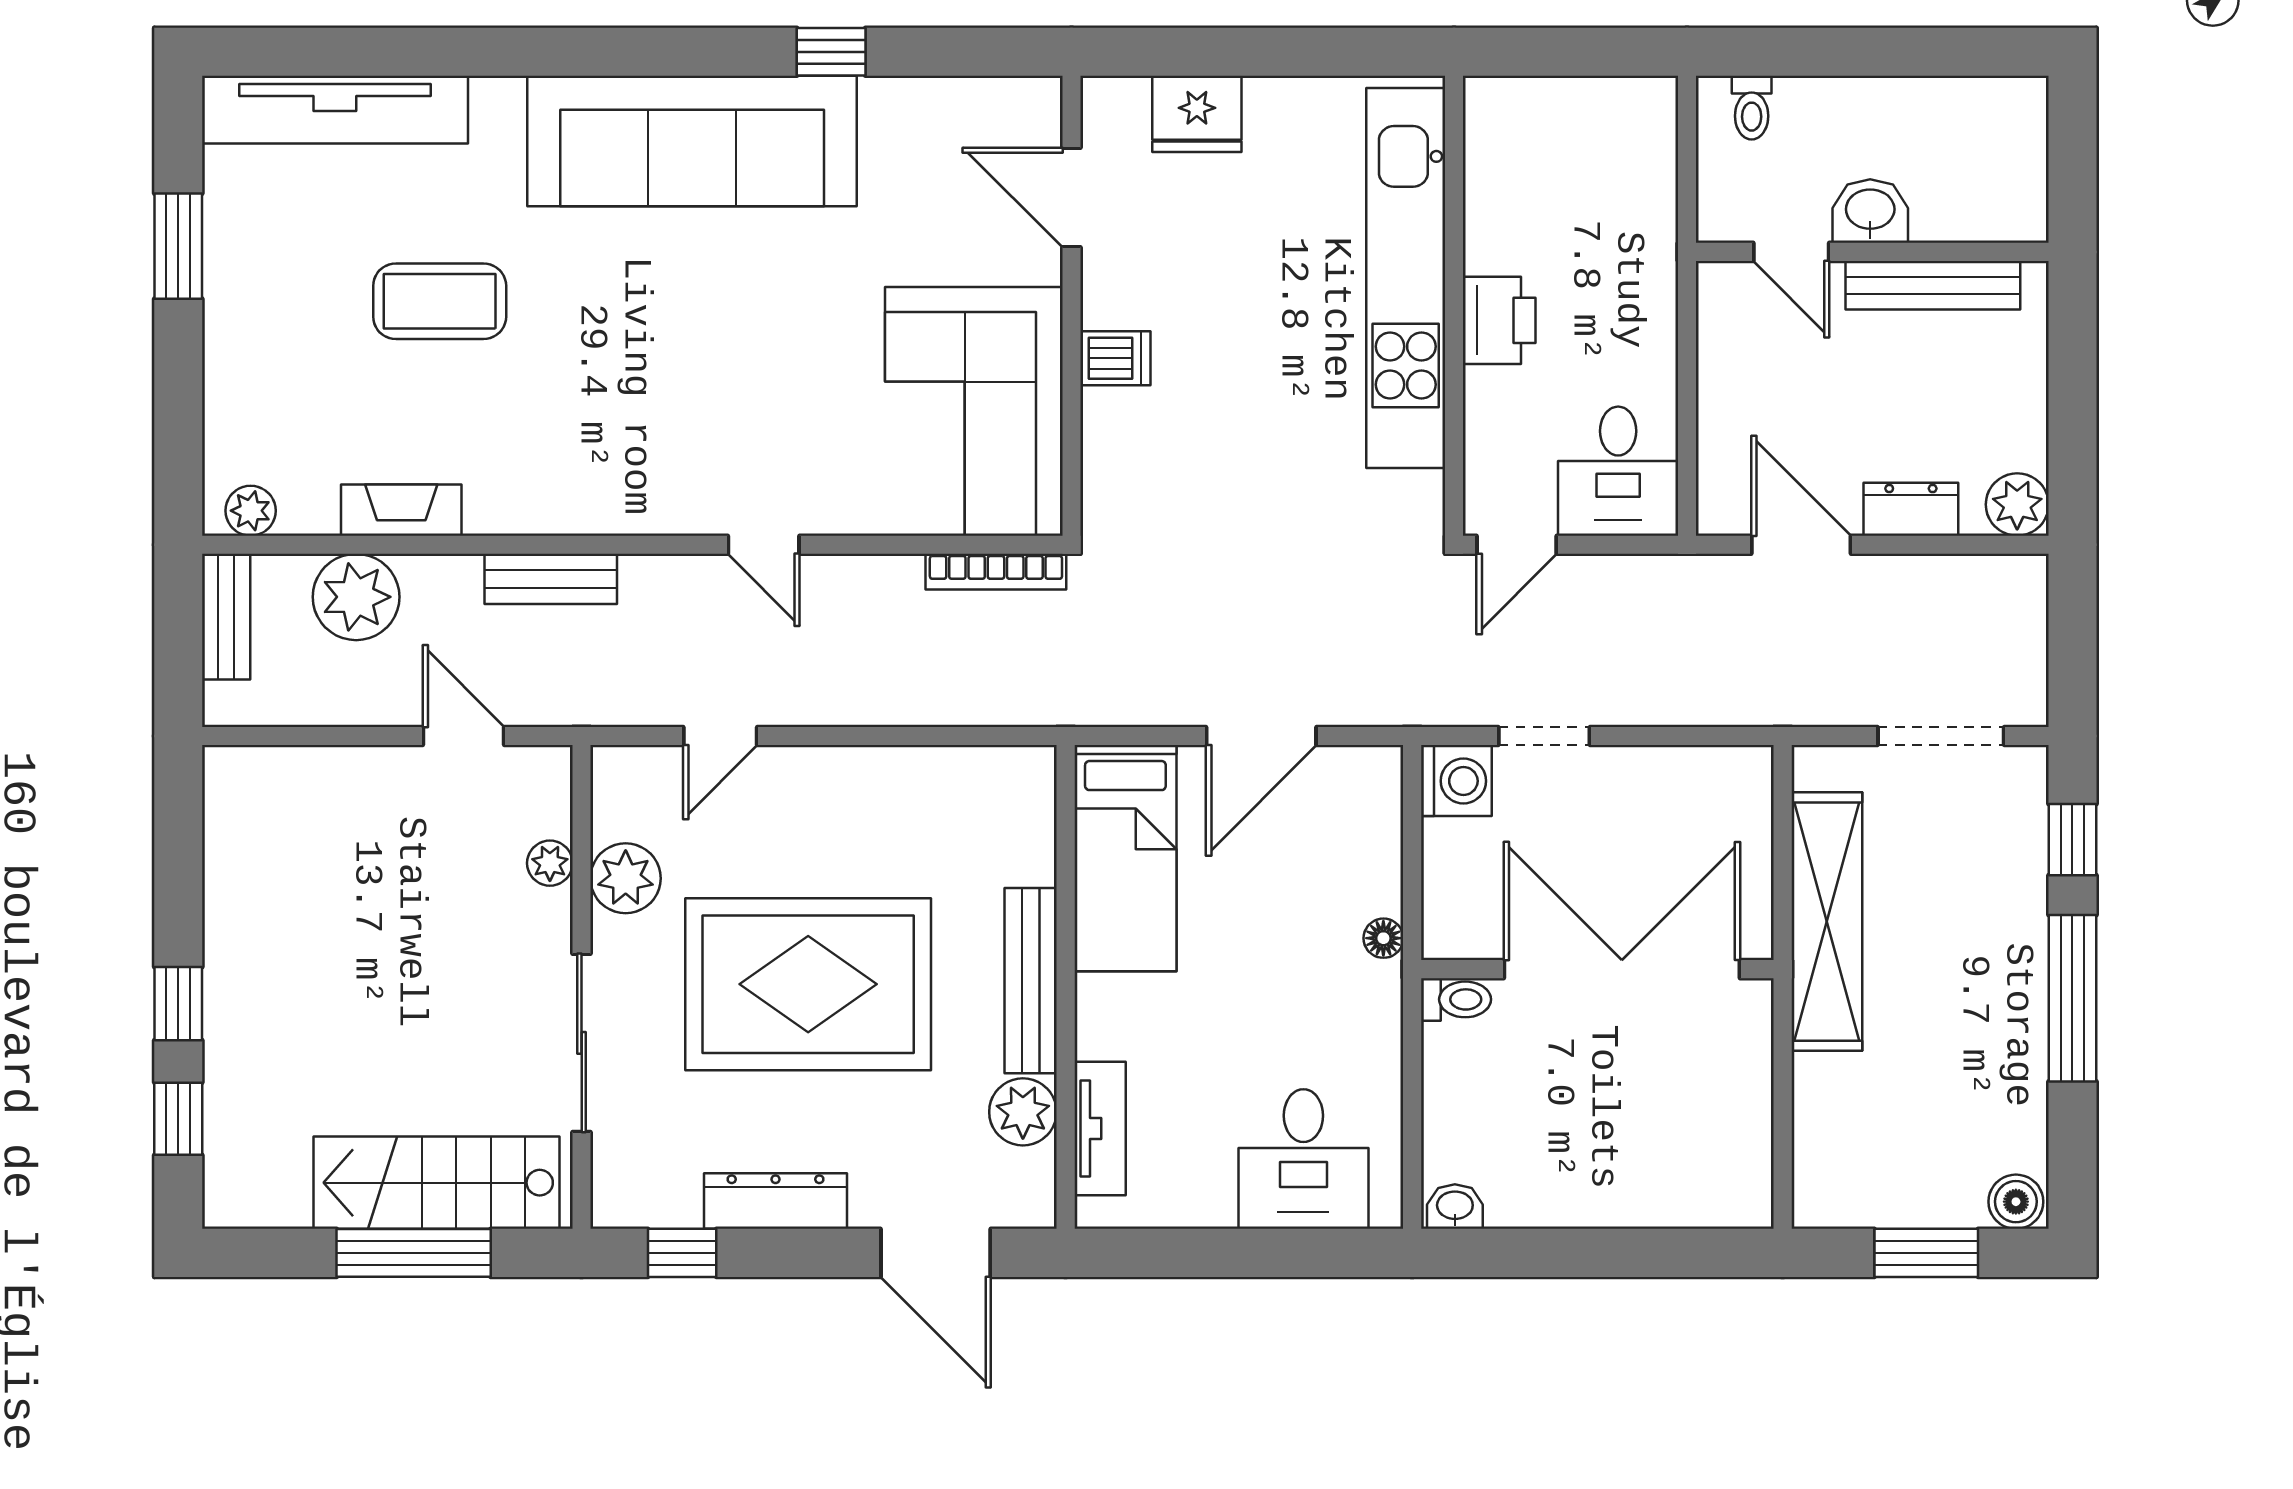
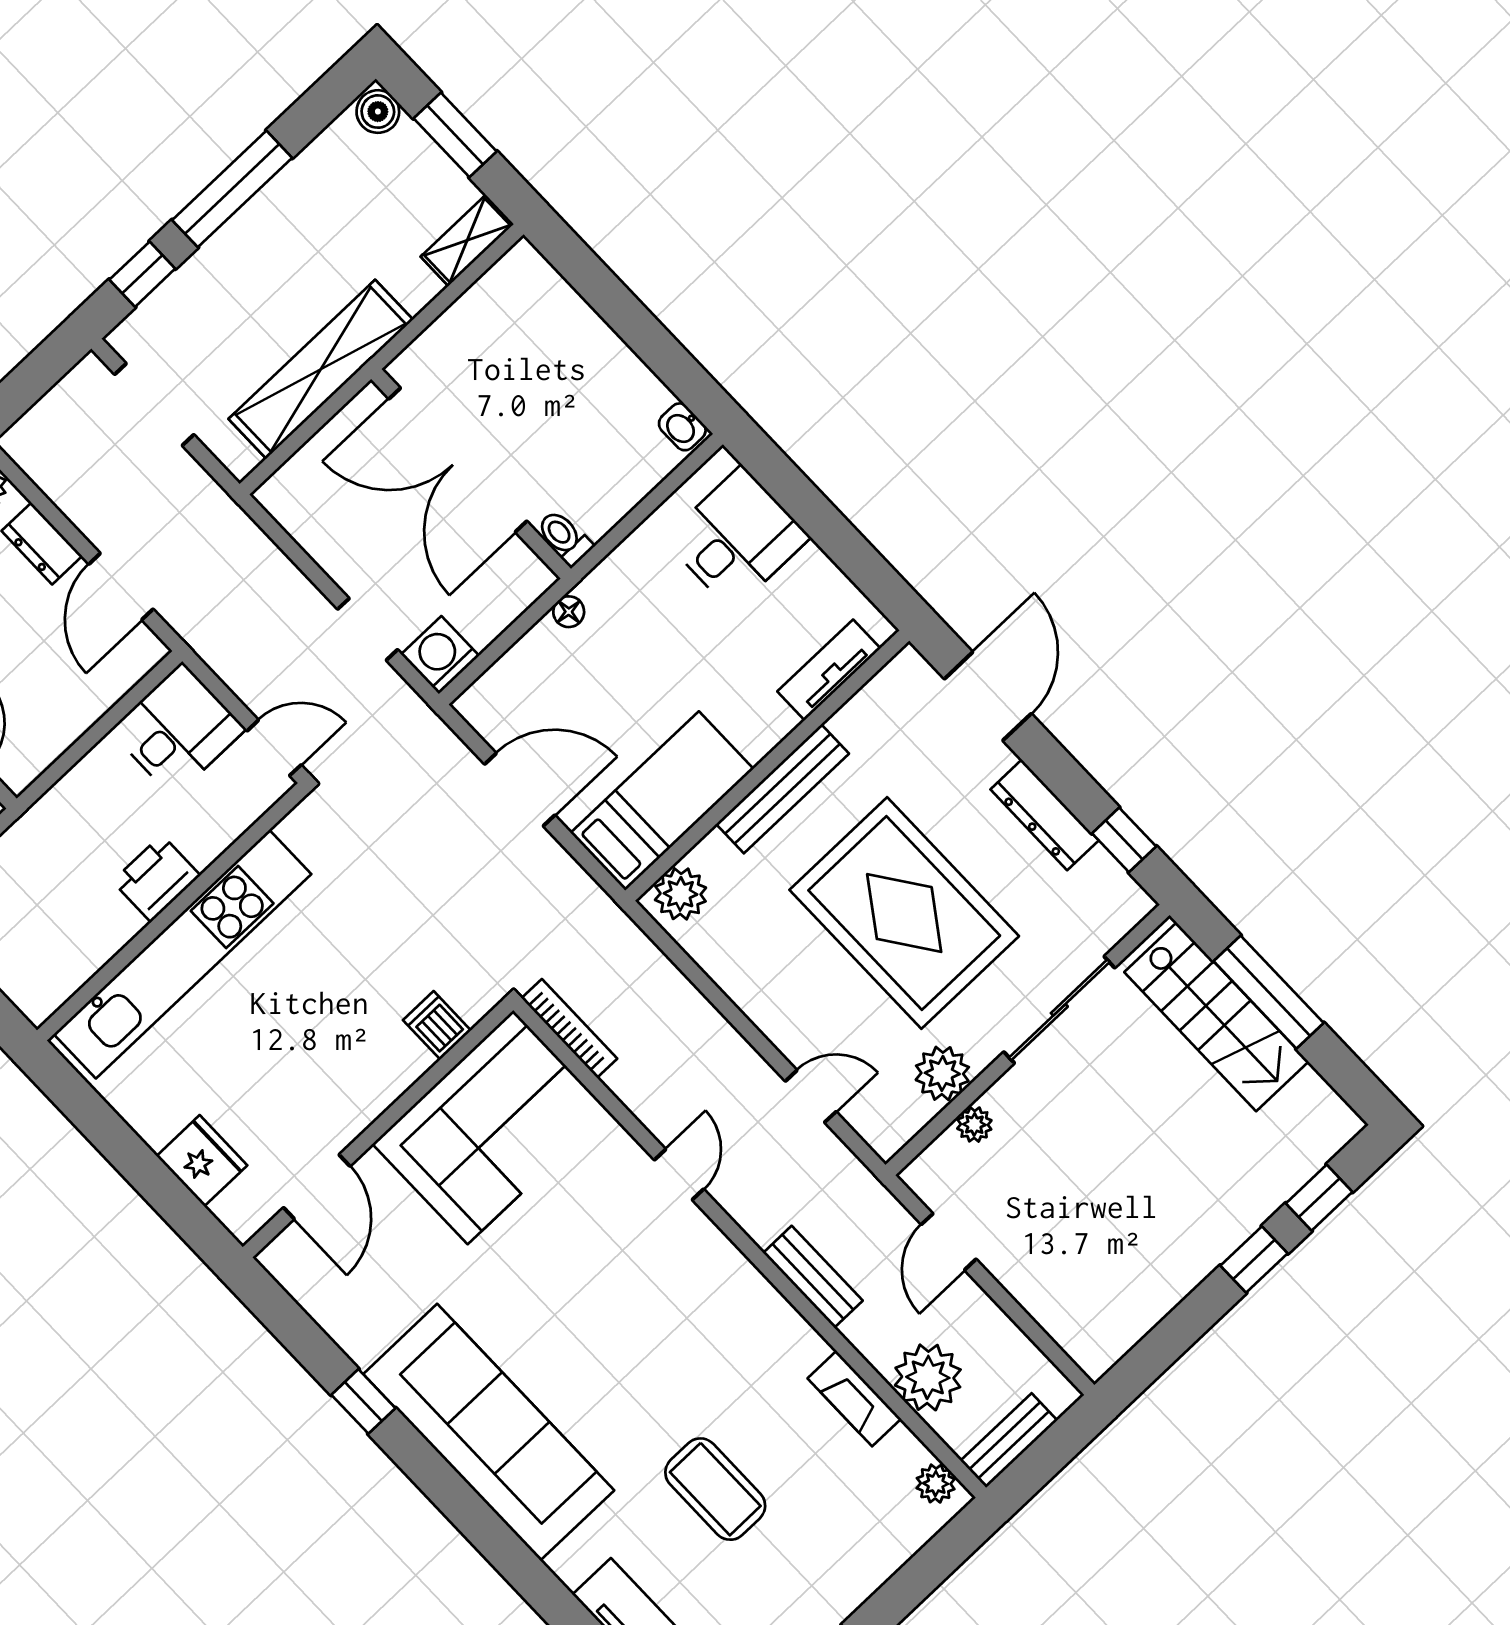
dishwasher: (1115, 358) -> (437, 1025), moved
plant: (1023, 1112) -> (681, 894), moved
shelving: (1818, 1171) -> (467, 240), added

